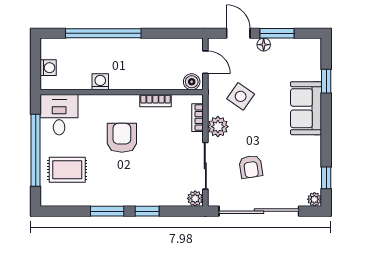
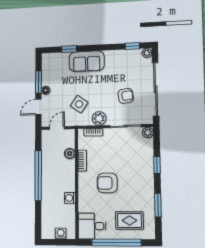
window: (103, 33) -> (38, 175), moved
boiler: (192, 82) -> (70, 154), moved
rug: (67, 170) -> (129, 220), turned 90
window: (107, 211) -> (158, 205), moved

